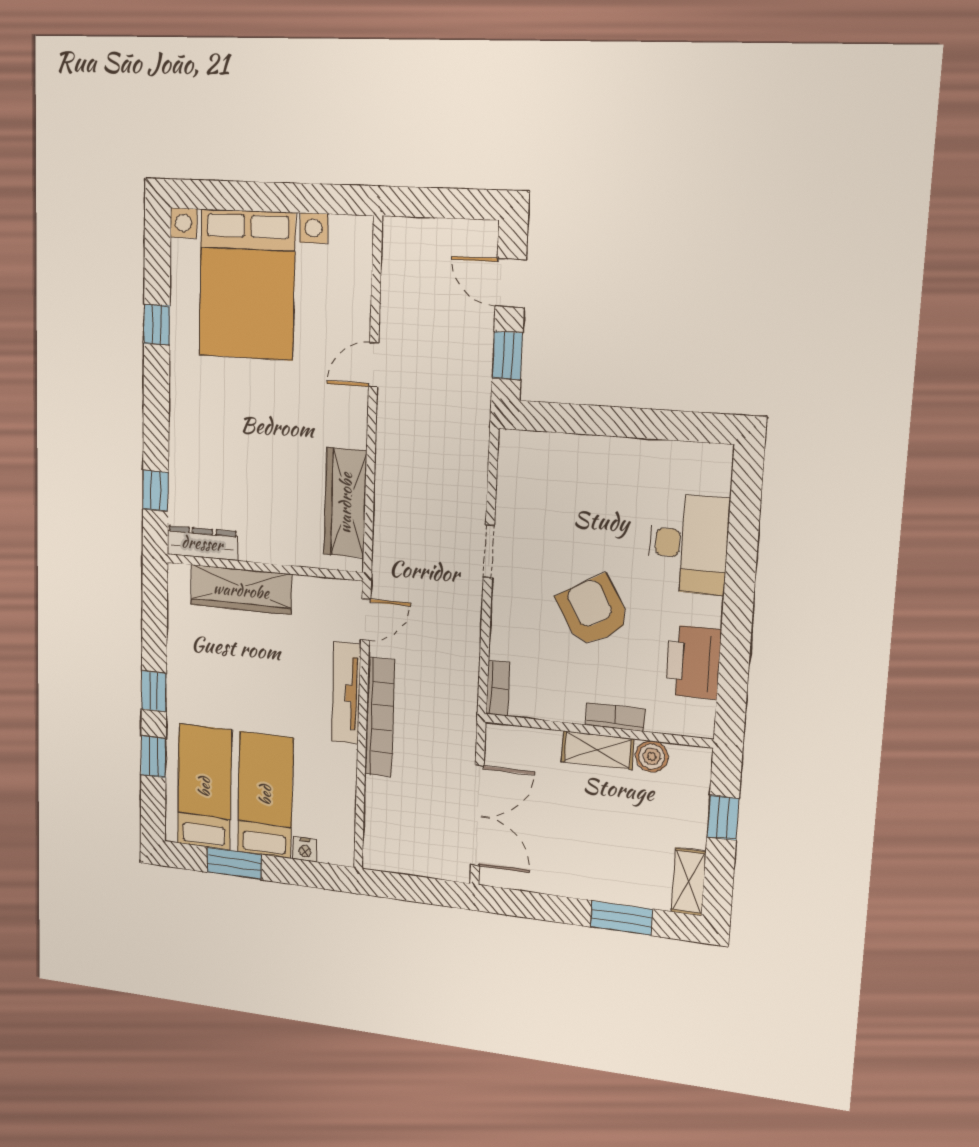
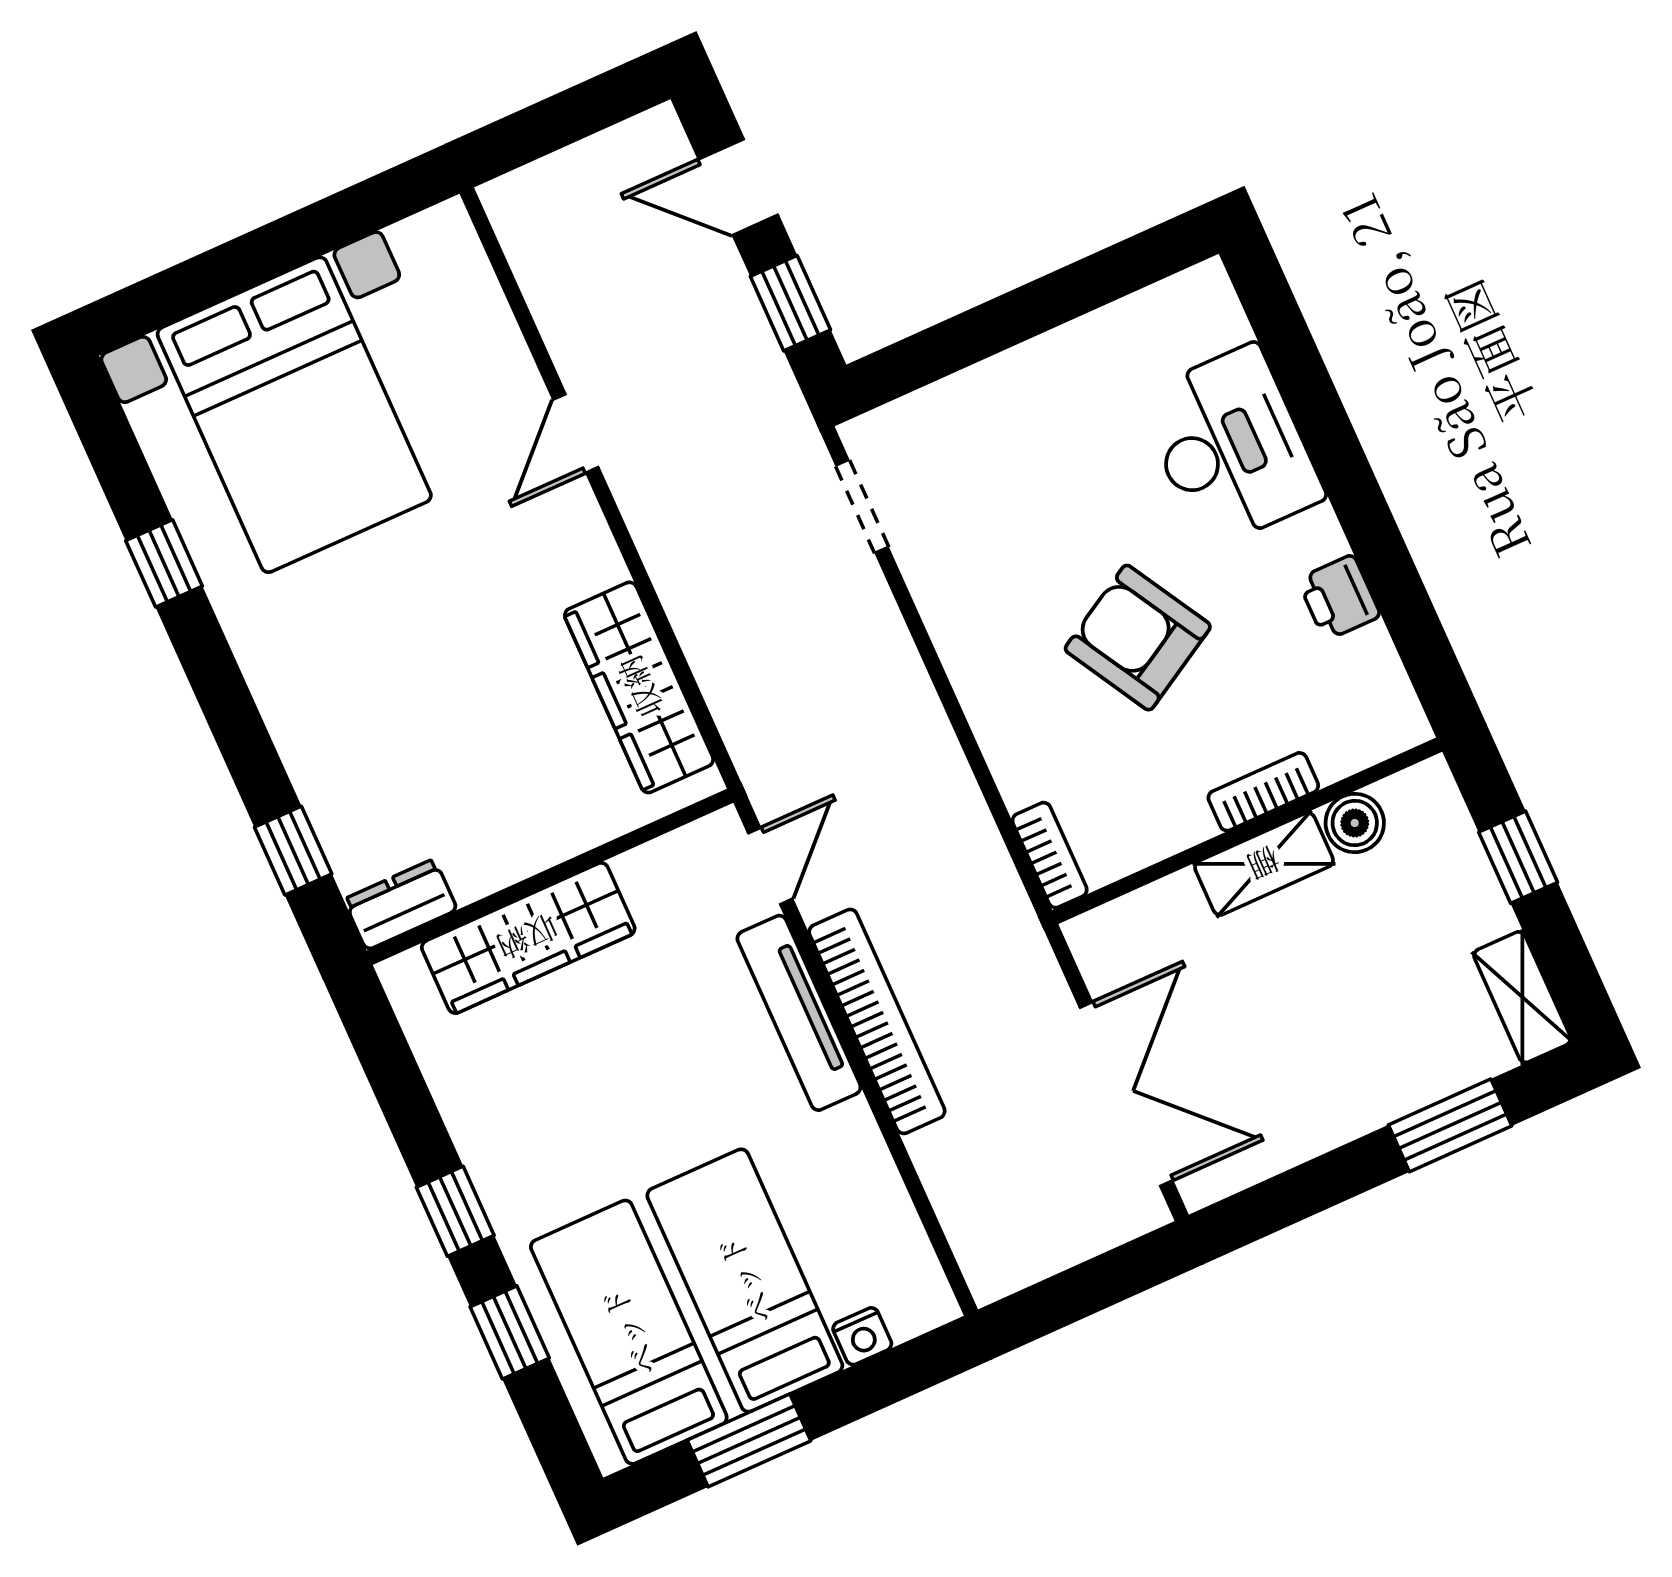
dresser: (202, 543) -> (400, 904), width x0.70
doorway: (489, 551) -> (862, 506), moved
printer: (693, 662) -> (1339, 598), width x0.53, depth x0.68

